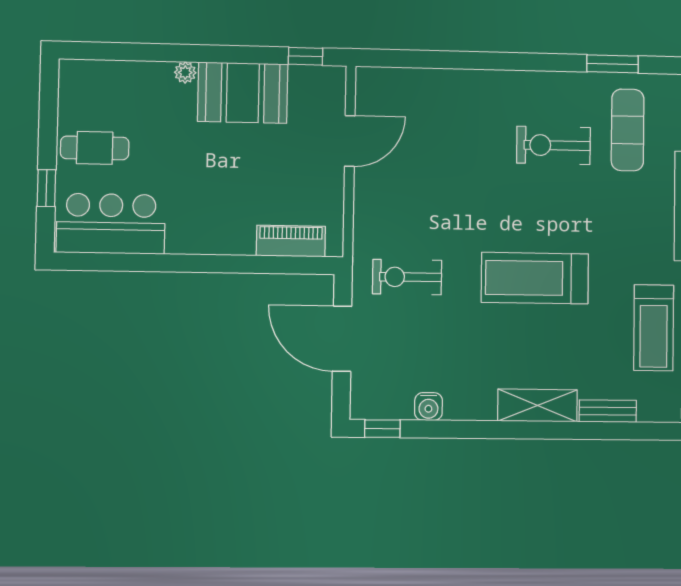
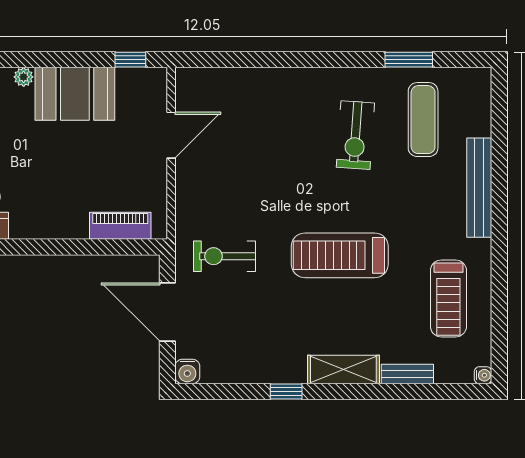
exercise bike: (553, 145) -> (355, 135), turned -86
water cooler: (428, 407) -> (187, 371), moved
window: (382, 429) -> (286, 391), moved

